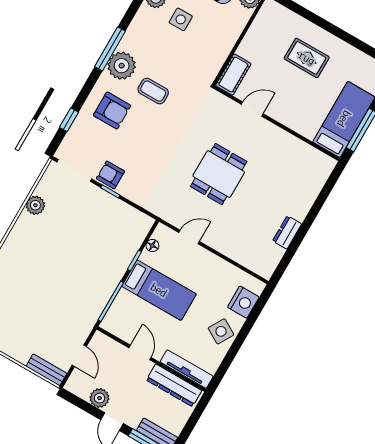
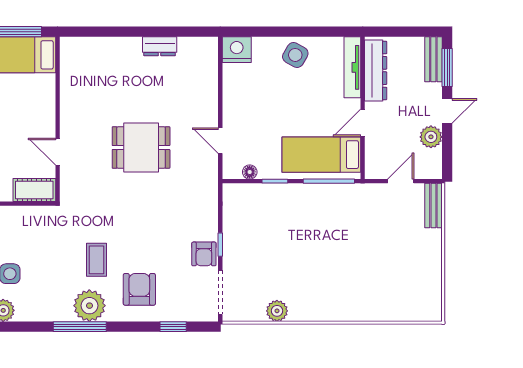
bed: (159, 290) -> (321, 155), moved, turned -90
nightstand: (243, 302) -> (237, 50), moved

